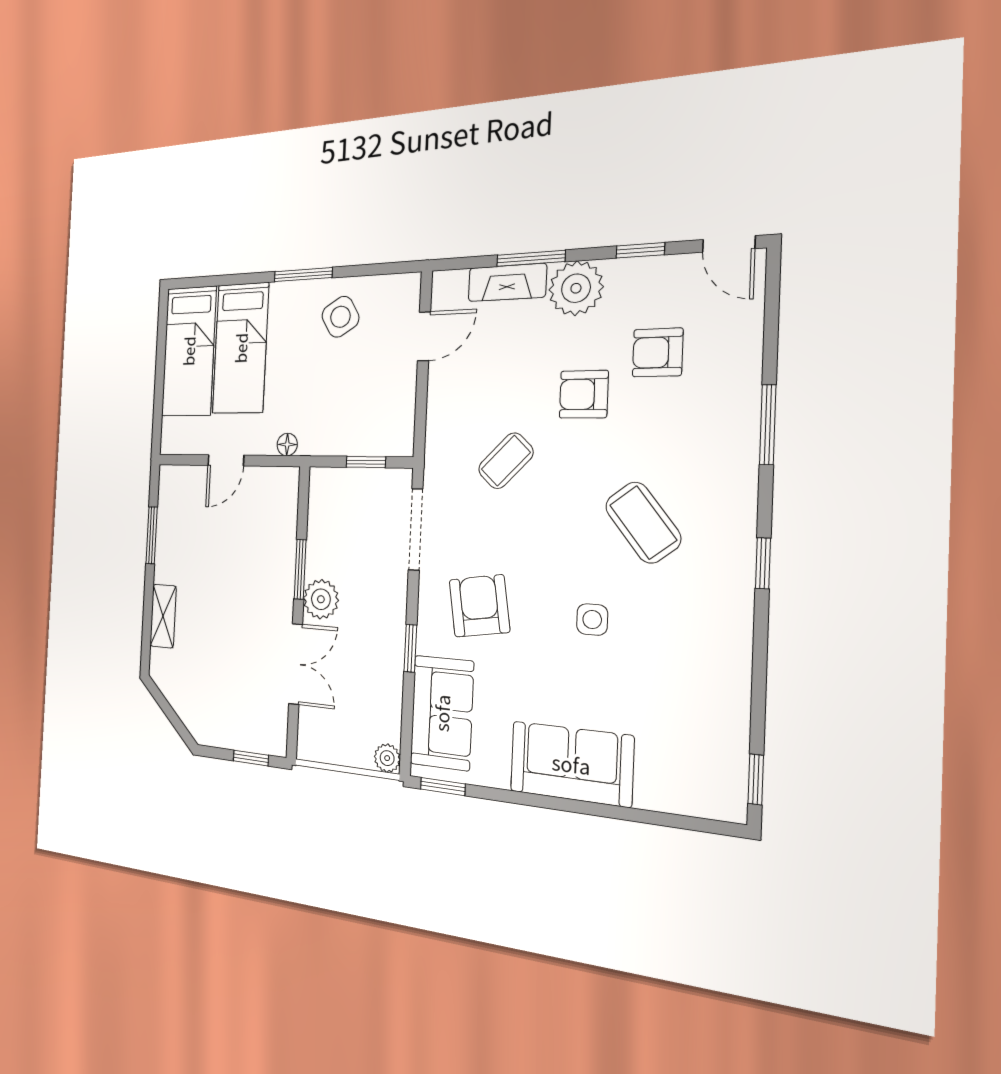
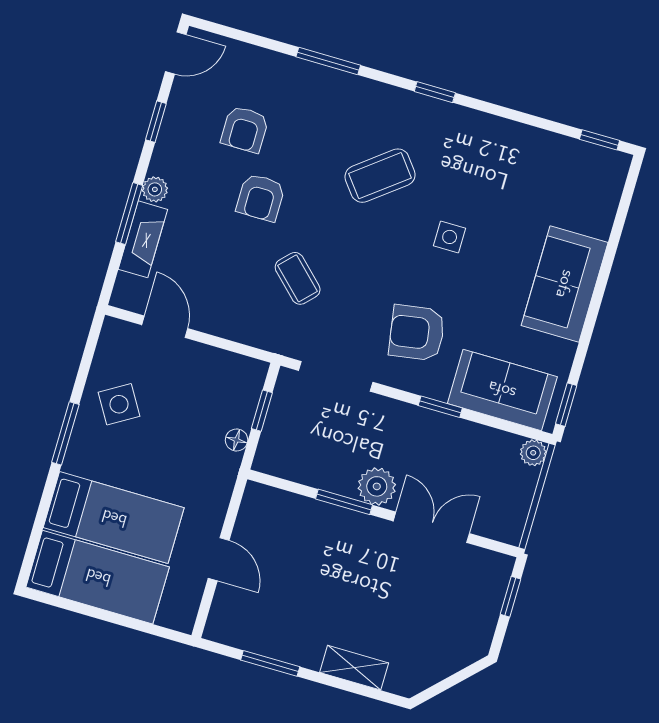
plant: (576, 288) -> (155, 189), width x0.53, depth x0.53
floor lamp: (287, 445) -> (237, 440), moved

